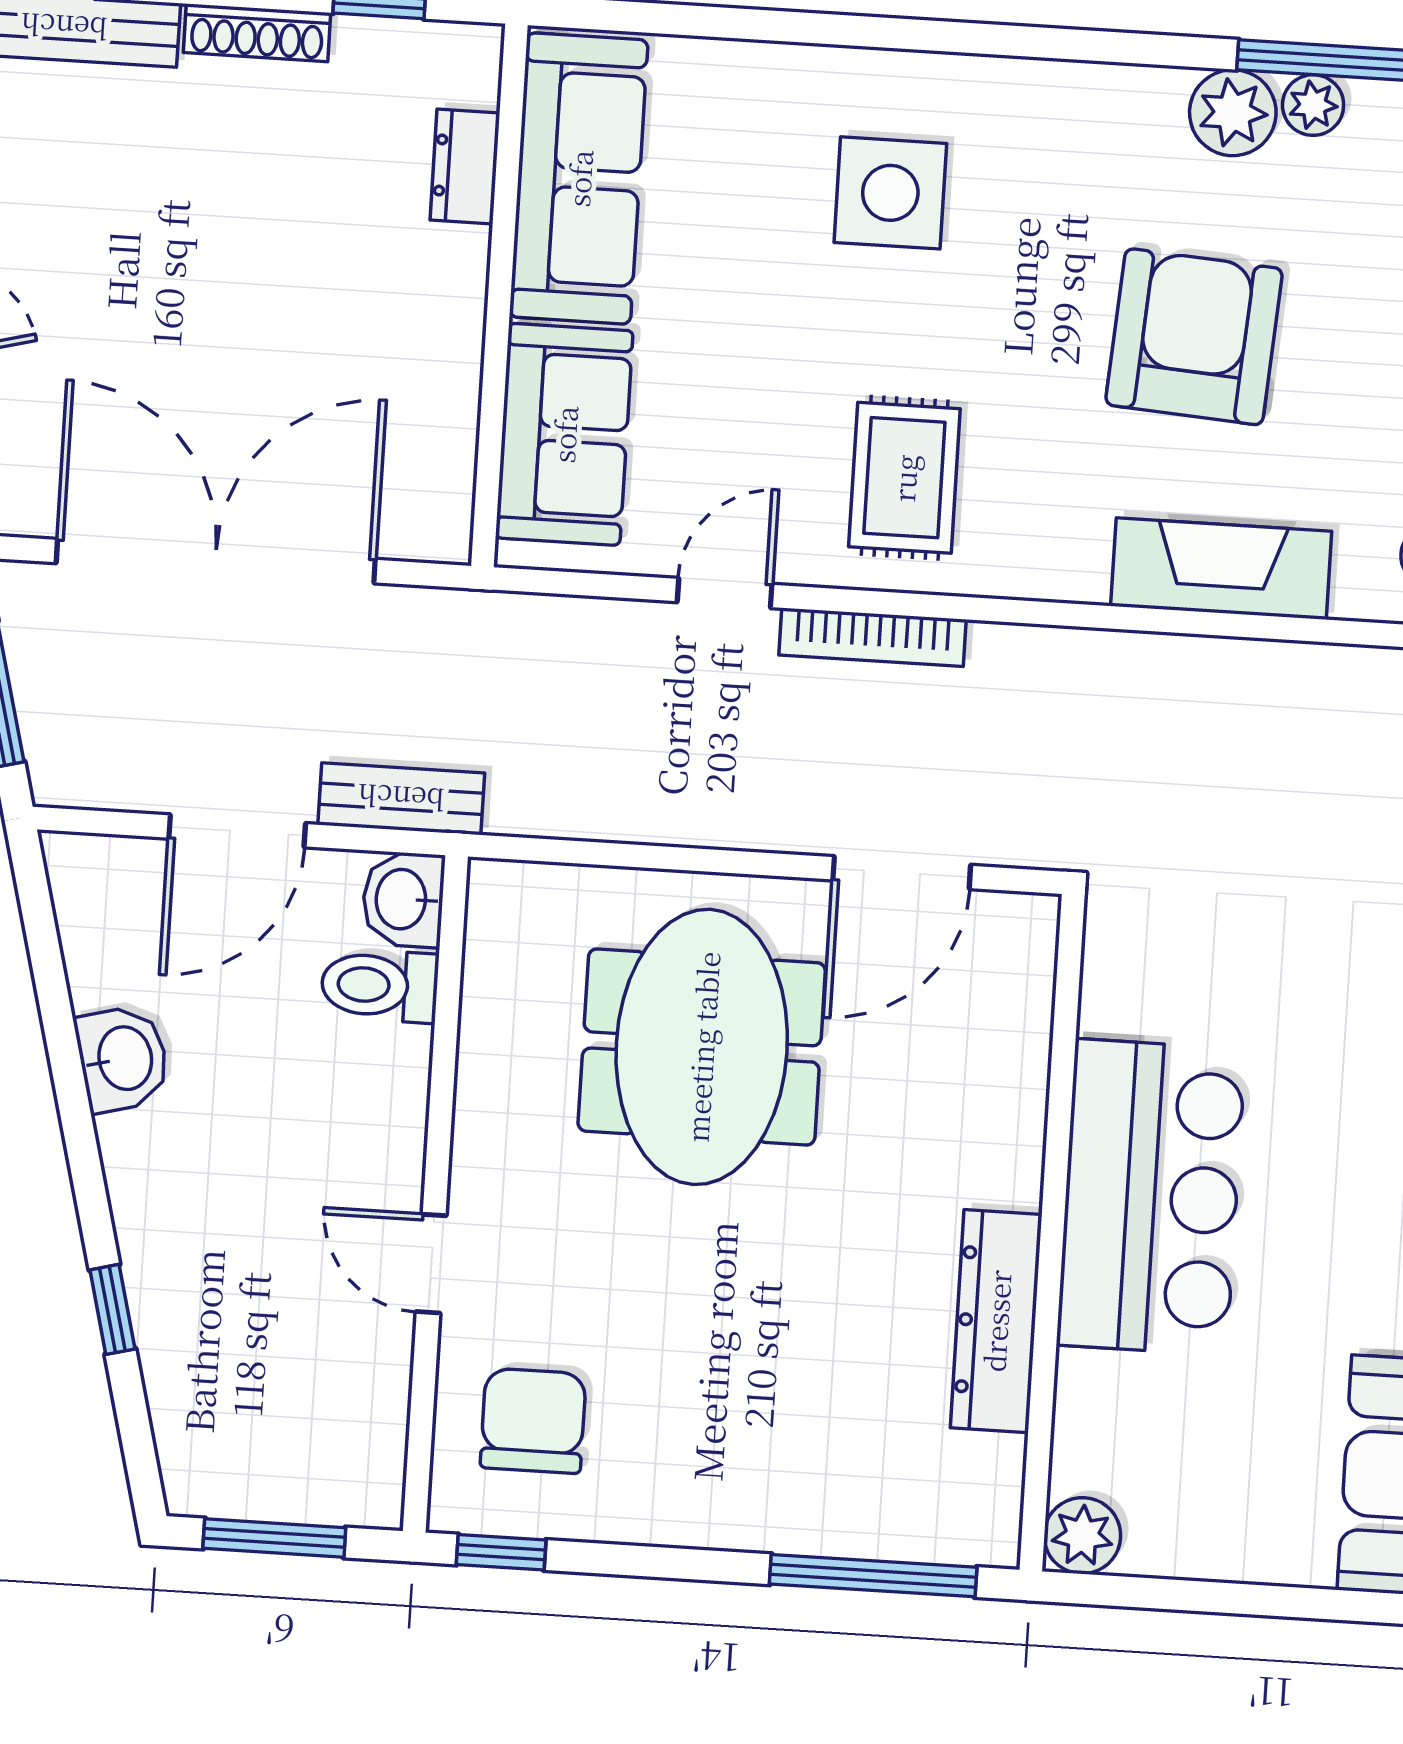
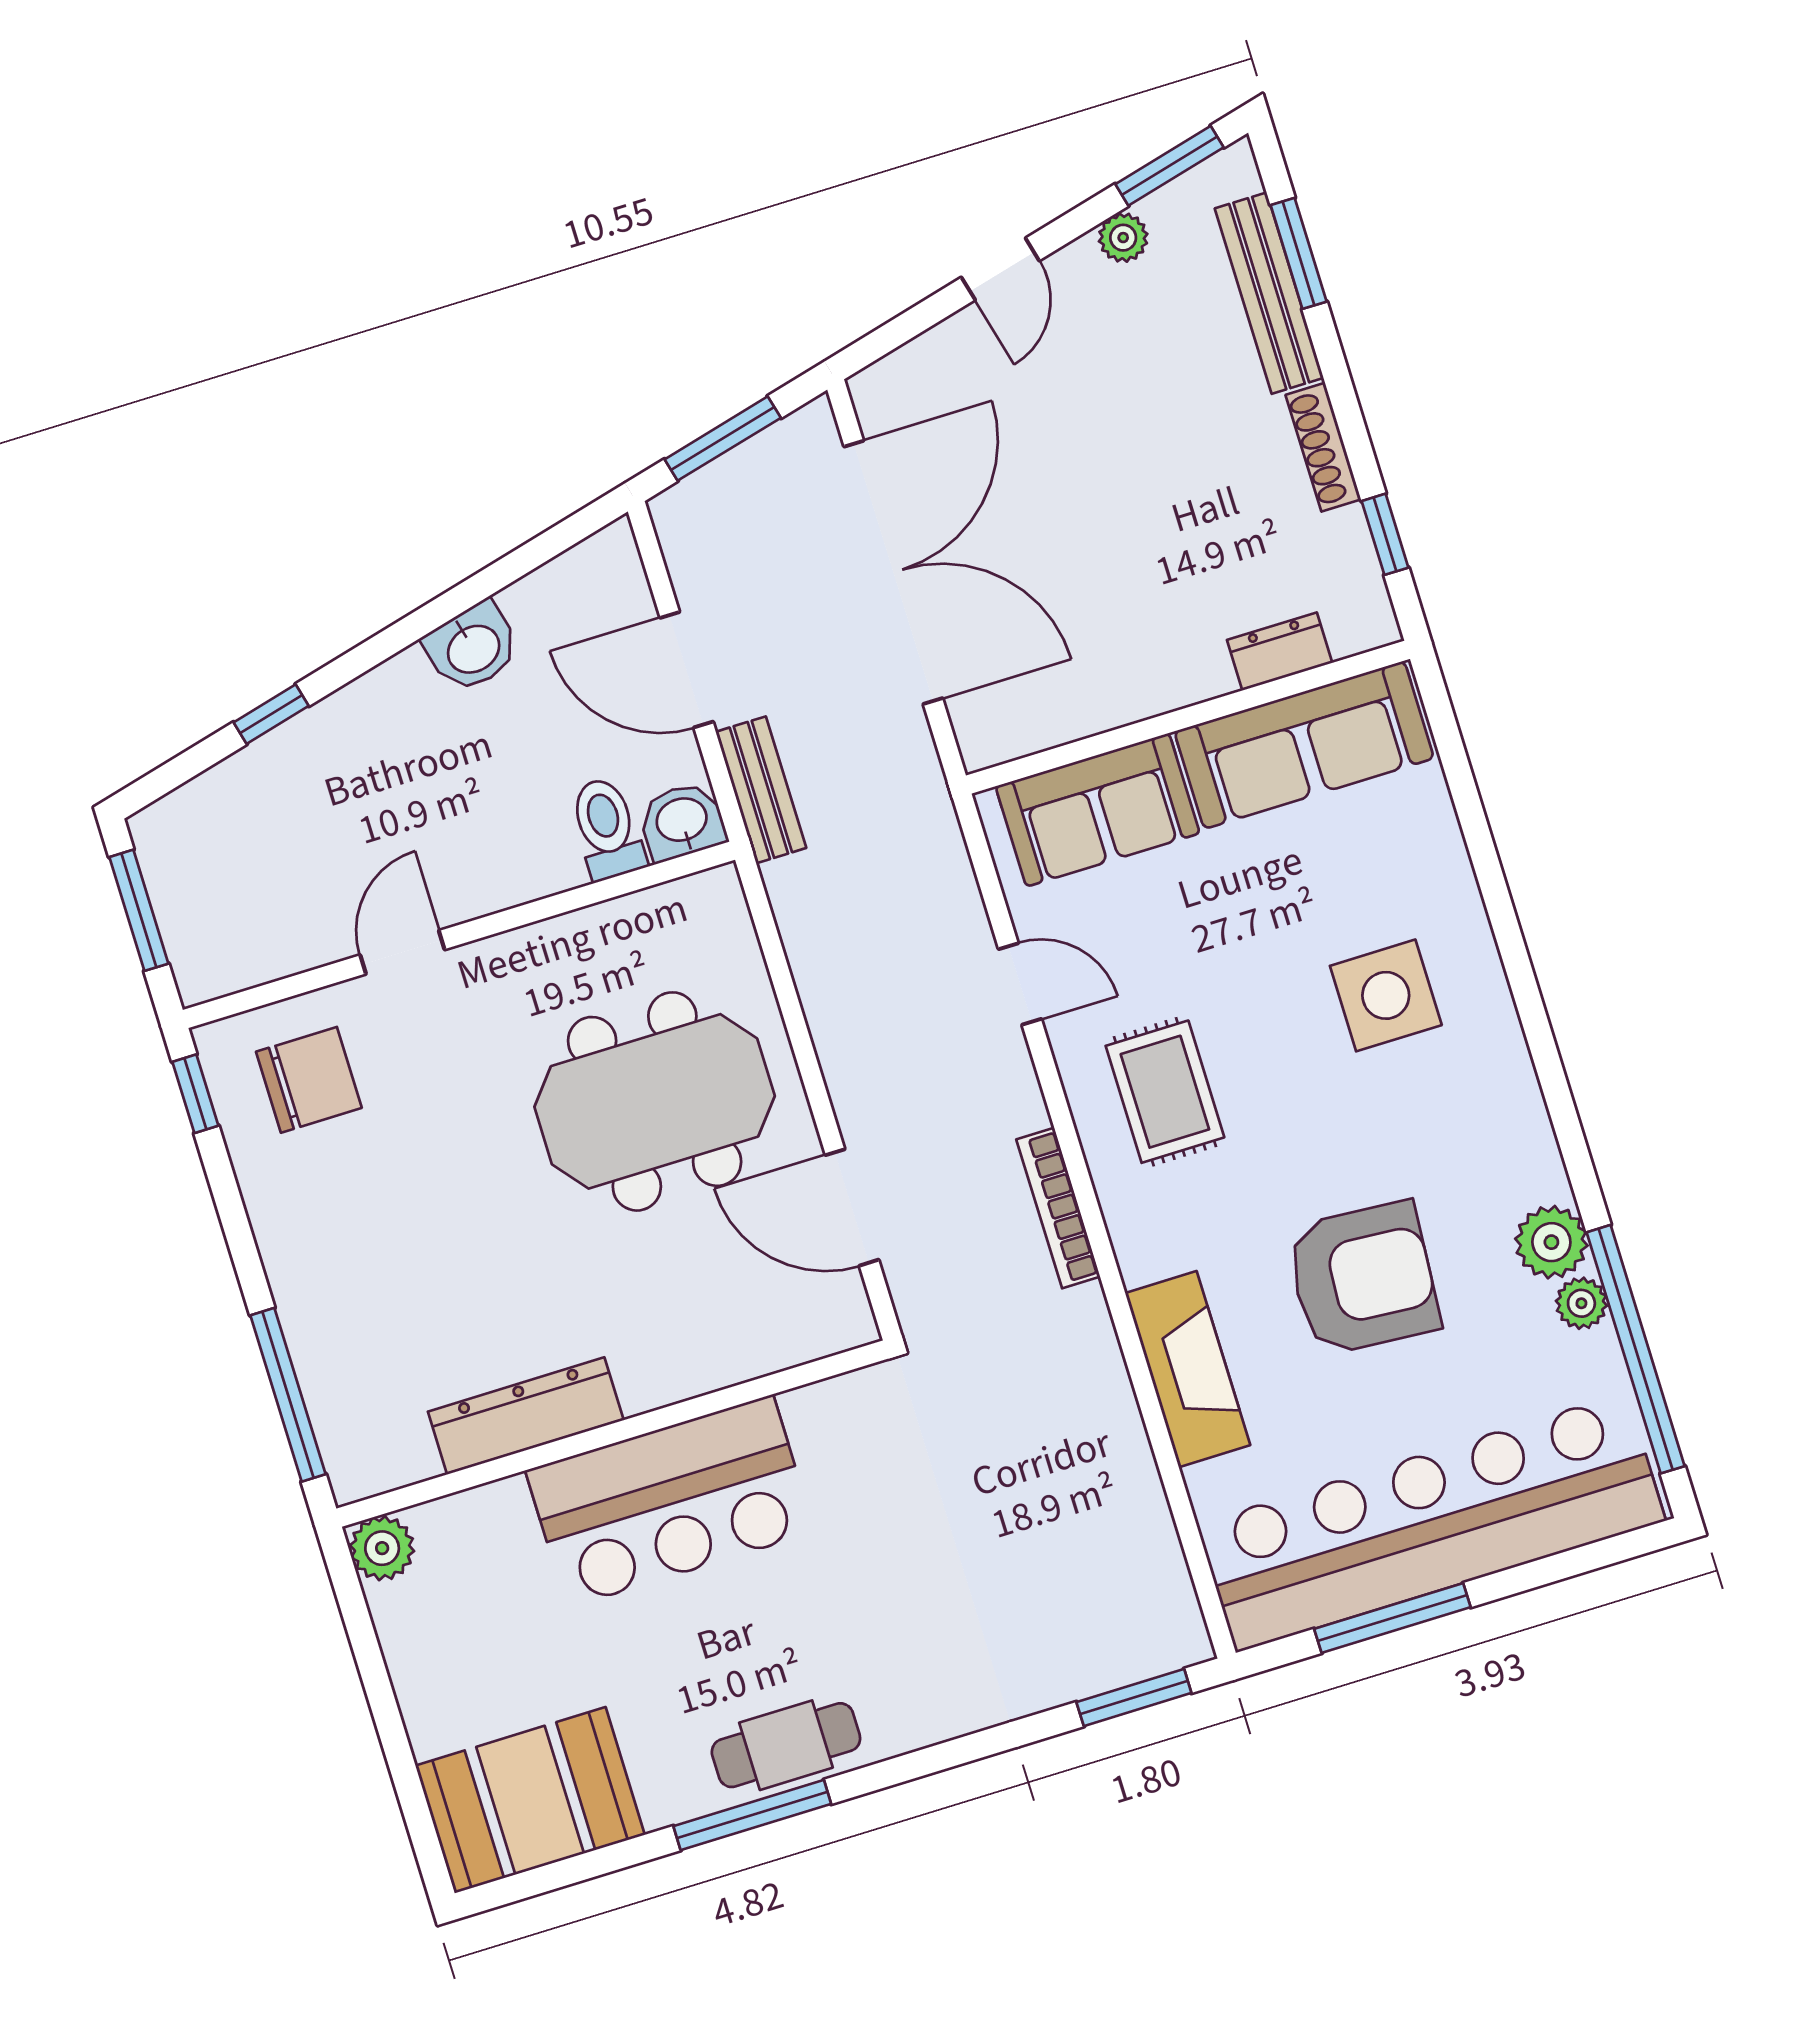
rug: (904, 478) -> (1165, 1092), turned 90
bookcase: (873, 637) -> (1058, 1208), moved

